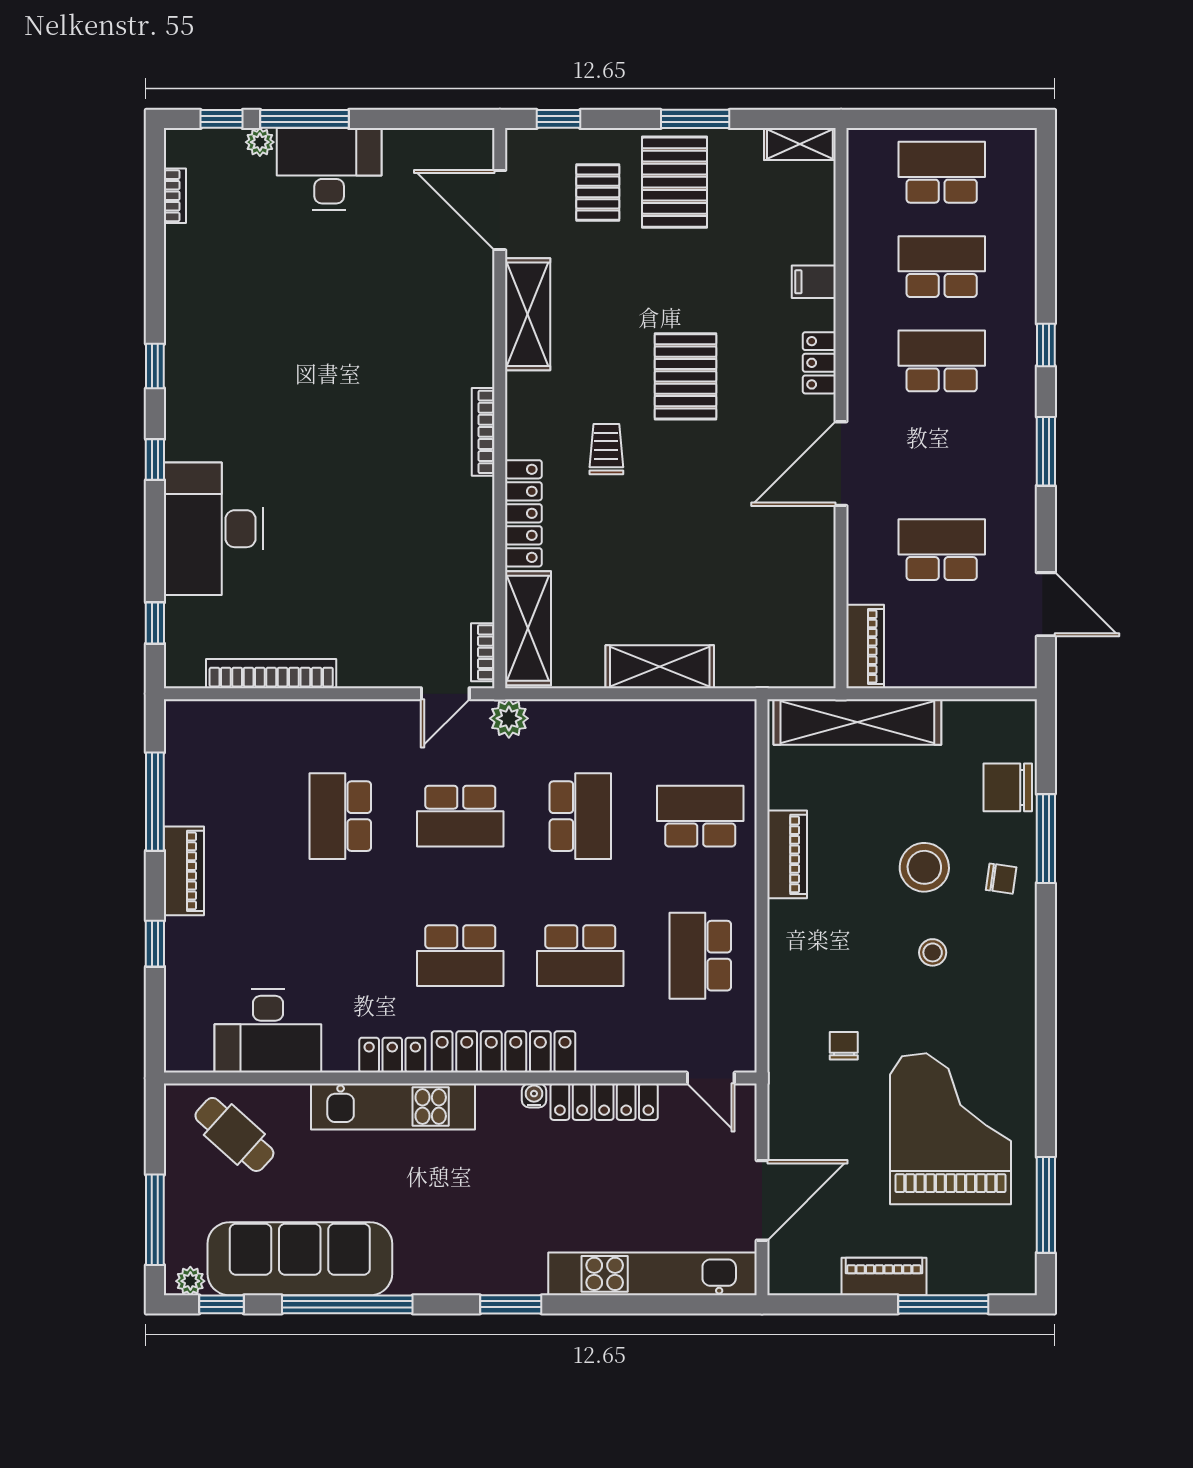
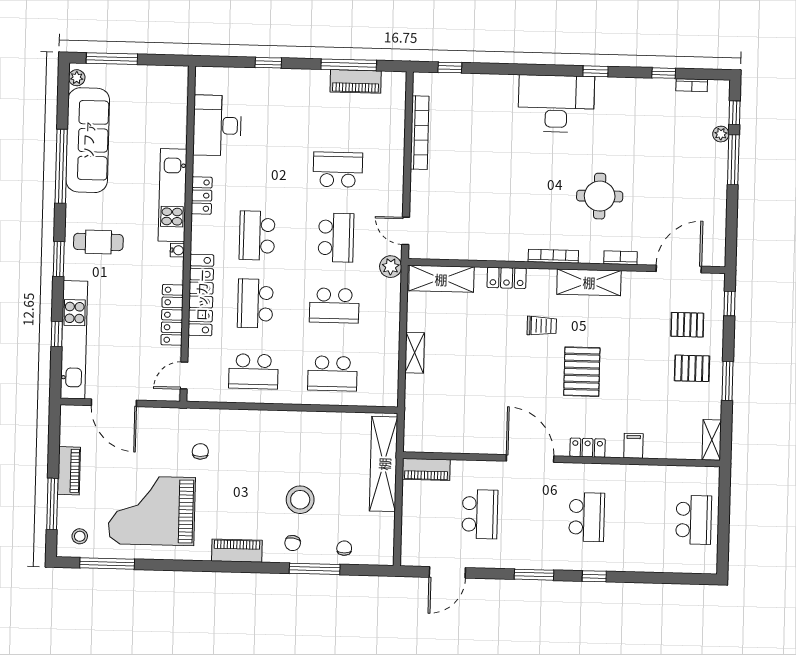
desk: (329, 169) -> (705, 173), removed
pallet: (675, 182) -> (692, 368), width x0.67, depth x0.71
school desk: (942, 267) -> (640, 518), removed
shelving: (528, 314) -> (589, 282), moved
round table: (375, 353) -> (600, 196), added
pallet: (685, 376) -> (582, 372), turned 90
window: (155, 460) -> (664, 73), moved
locker: (523, 513) -> (507, 278), width x0.66
desk: (214, 529) -> (556, 104), moved
bookcase: (483, 652) -> (621, 258), moved
shelving: (660, 667) -> (415, 353), width x0.67, depth x0.75
chair: (1008, 787) -> (344, 548), width x0.54, depth x0.54
school desk: (460, 816) -> (336, 238), turned 180
school desk: (700, 816) -> (332, 374), turned 90
piano: (787, 854) -> (237, 551), moved, turned 180
piano: (184, 871) -> (356, 81), moved
stool: (933, 952) -> (80, 536), moved
school desk: (700, 956) -> (253, 371), turned 180
chair: (844, 1046) -> (200, 451), turned -90
locker: (504, 1052) -> (201, 295), moved
water cooler: (534, 1096) -> (177, 250), moved
grand piano: (950, 1129) -> (152, 511), turned 180
cafe table: (234, 1134) -> (98, 242), moved, turned 48
window: (221, 1304) -> (57, 334), moved

